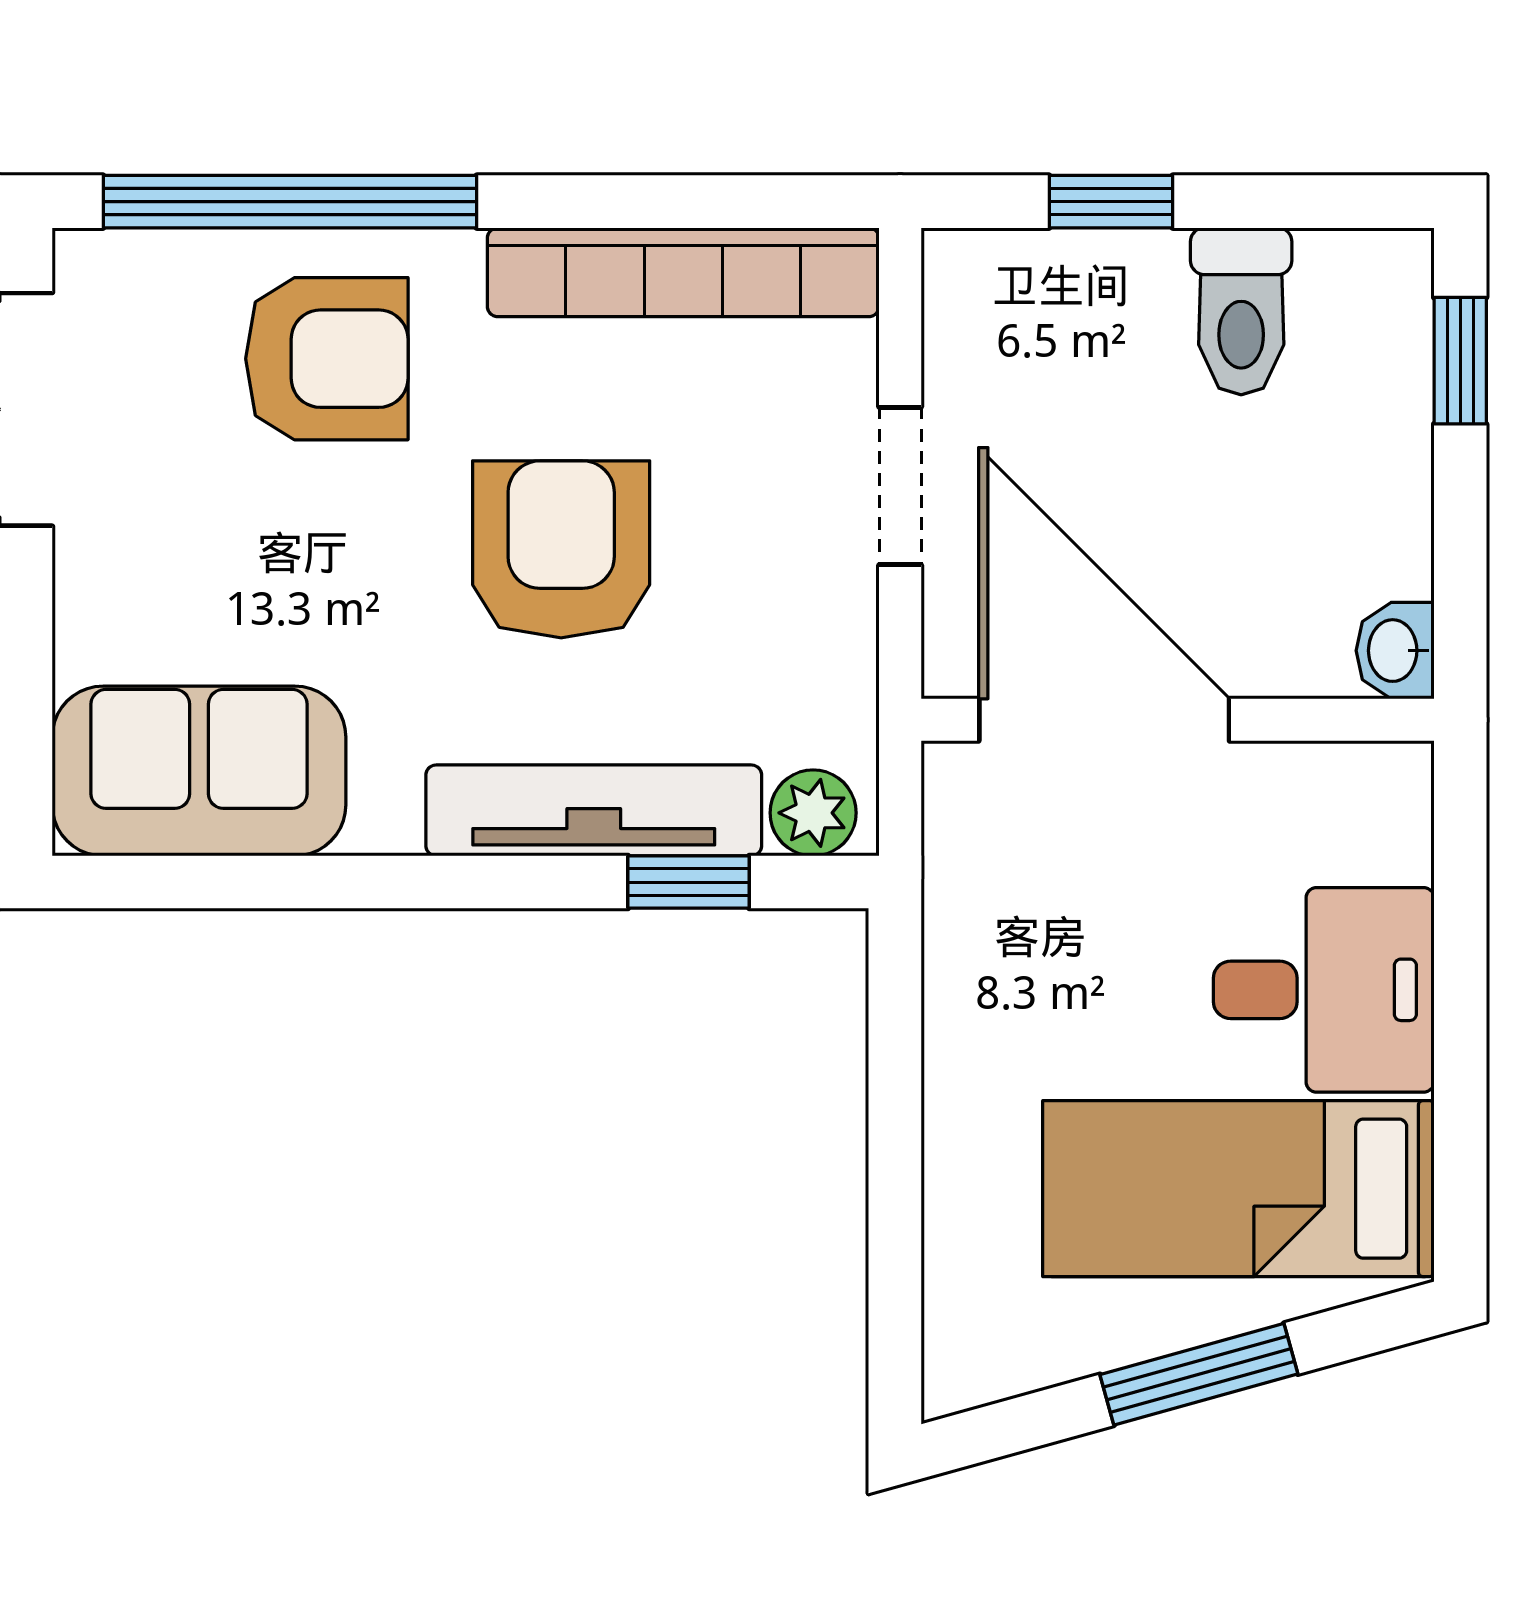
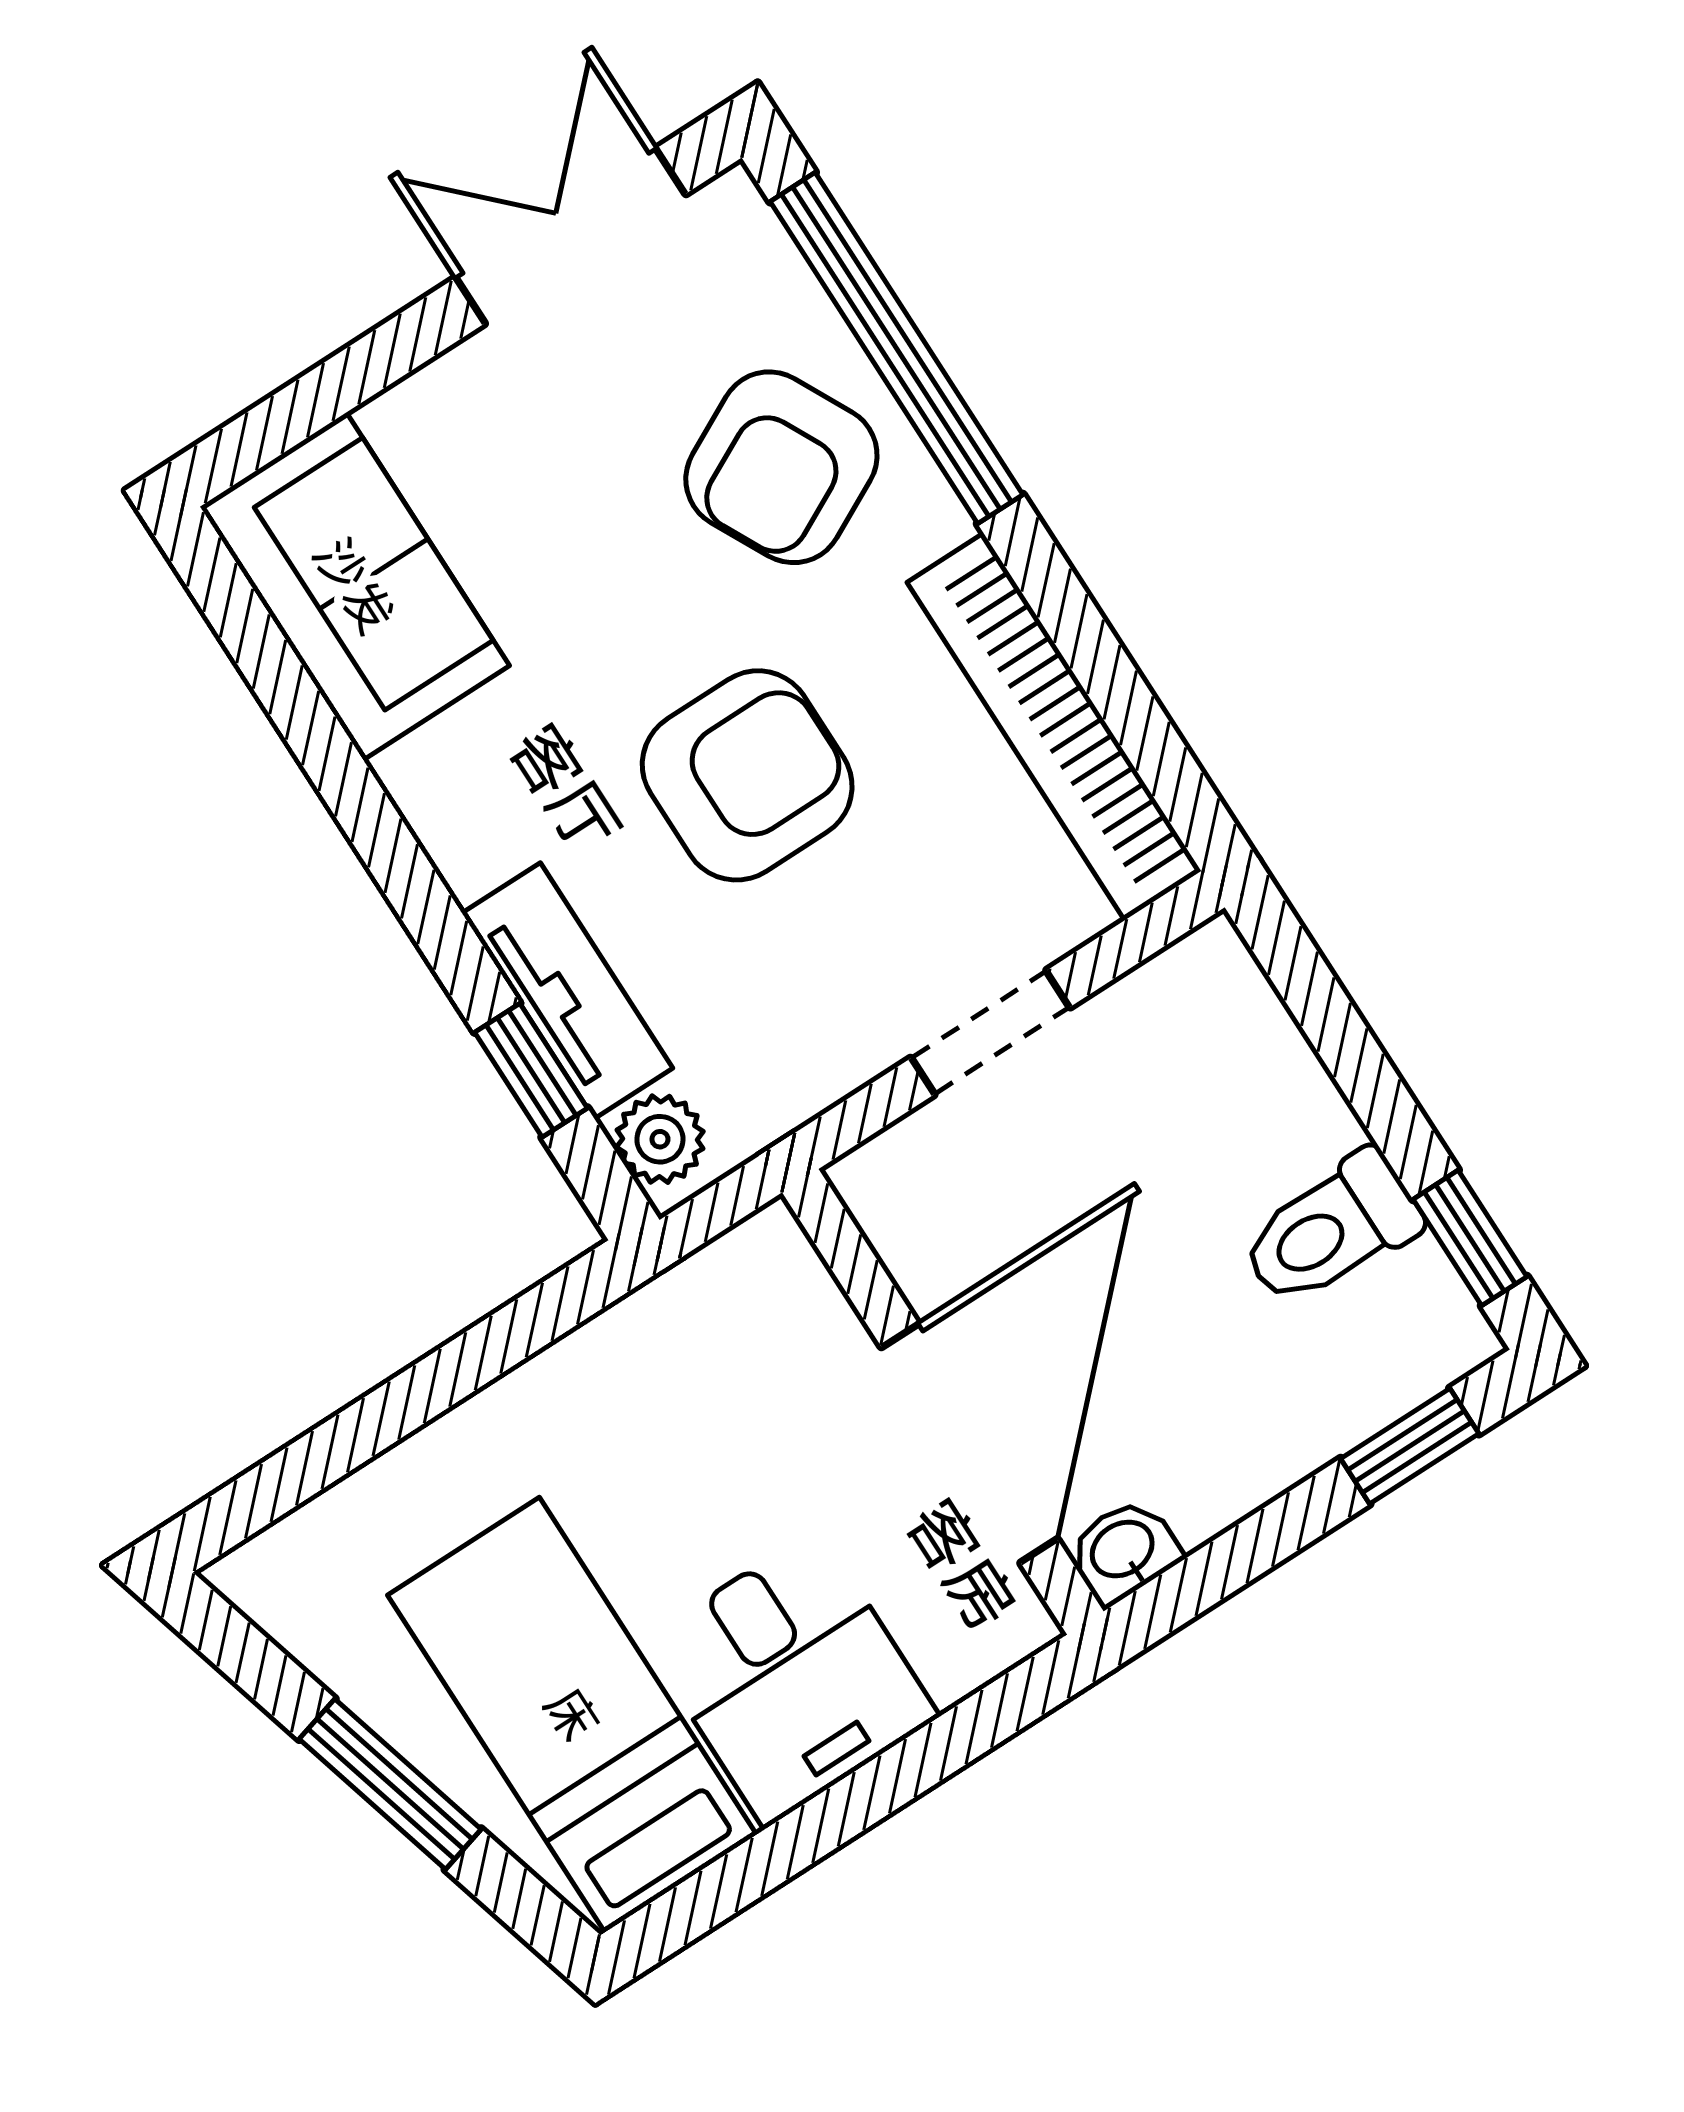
window: (1111, 202) -> (1470, 1238), moved
armchair: (327, 359) -> (781, 467), turned 63
door: (1104, 720) -> (969, 1443), moved
tv unit: (594, 810) -> (567, 991), width x0.71

